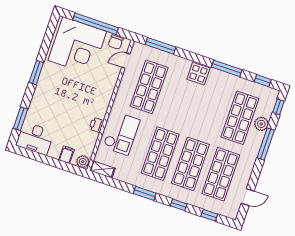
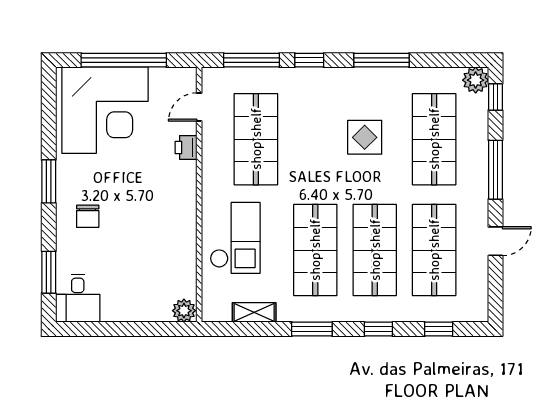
chair: (116, 42) -> (88, 216), moved
display table: (198, 74) -> (365, 137), moved
window: (263, 81) -> (309, 60), moved
plant: (261, 124) -> (476, 80), moved
printer: (96, 125) -> (186, 147), moved
desk: (35, 138) -> (78, 298), width x0.73
filing cabinet: (66, 155) -> (151, 308), removed
shelving: (102, 169) -> (254, 312), moved
door: (248, 197) -> (495, 241), moved

